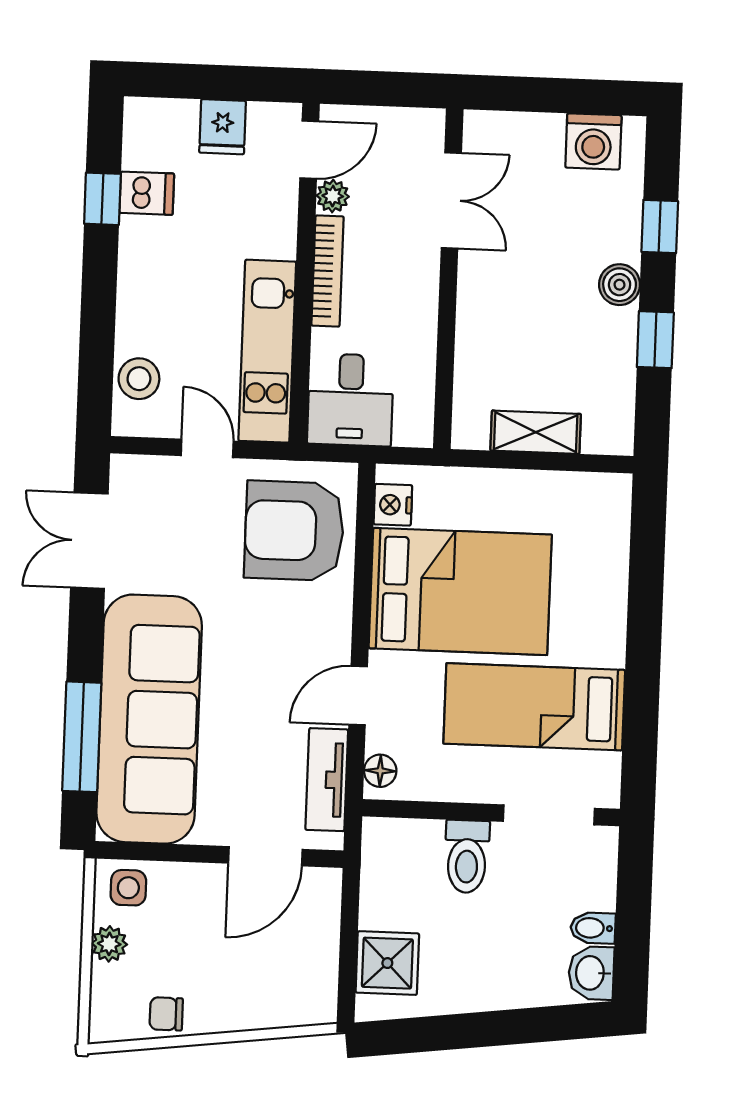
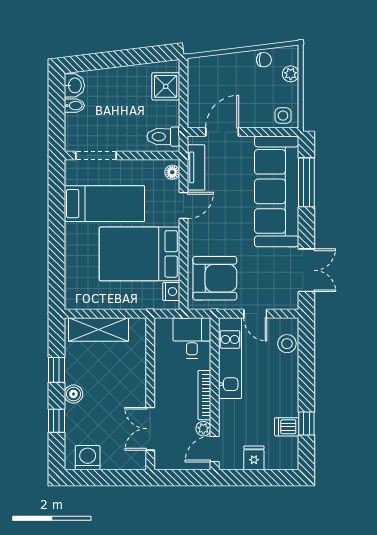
shelving: (536, 432) -> (99, 329), width x1.50, depth x1.33
toilet: (467, 856) -> (163, 137), moved, turned -90
plant: (109, 944) -> (291, 74), moved

